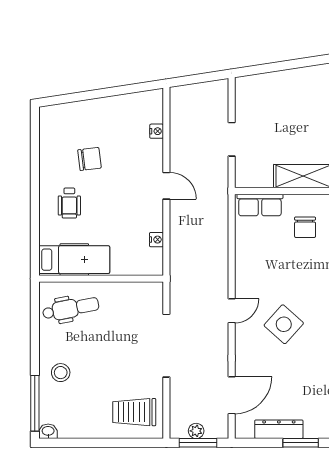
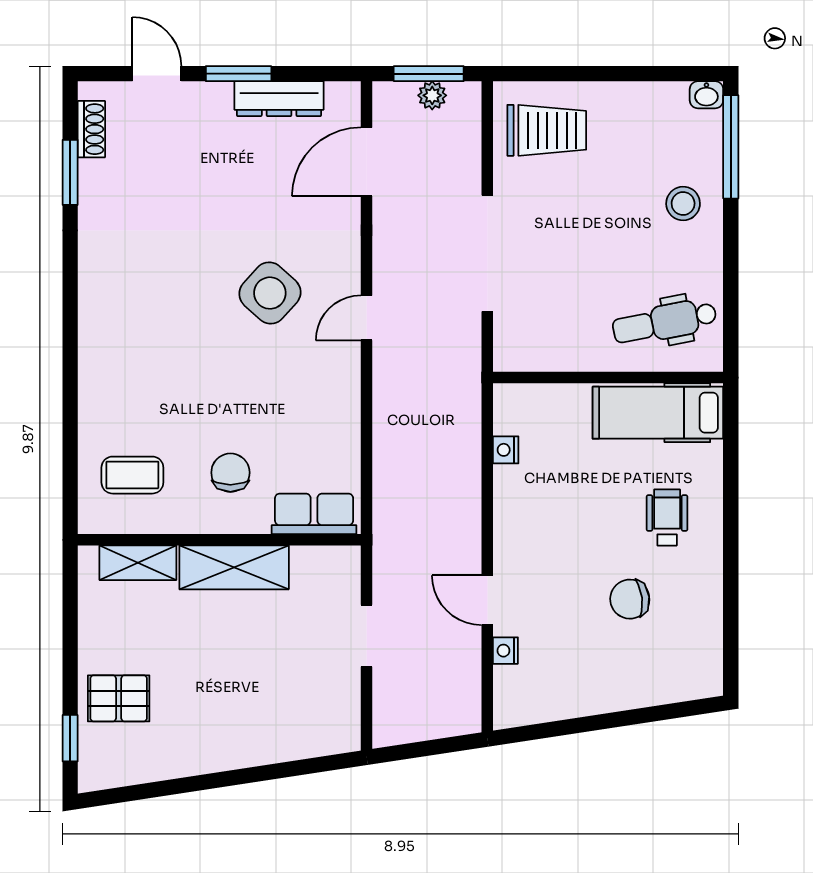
door: (166, 186) -> (487, 600), moved

